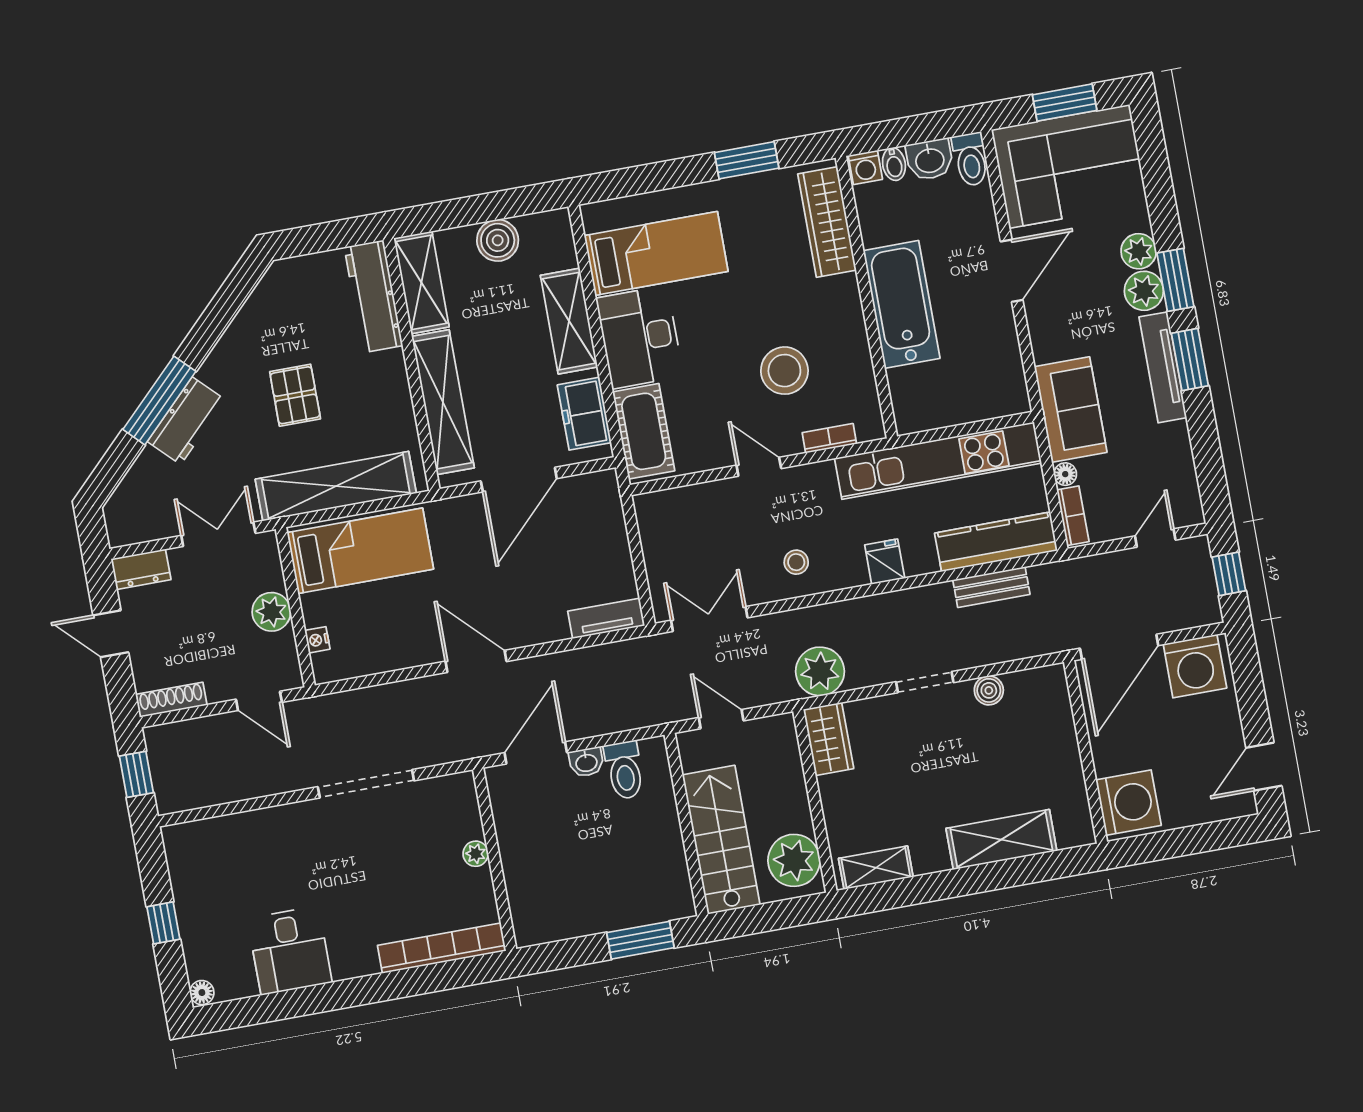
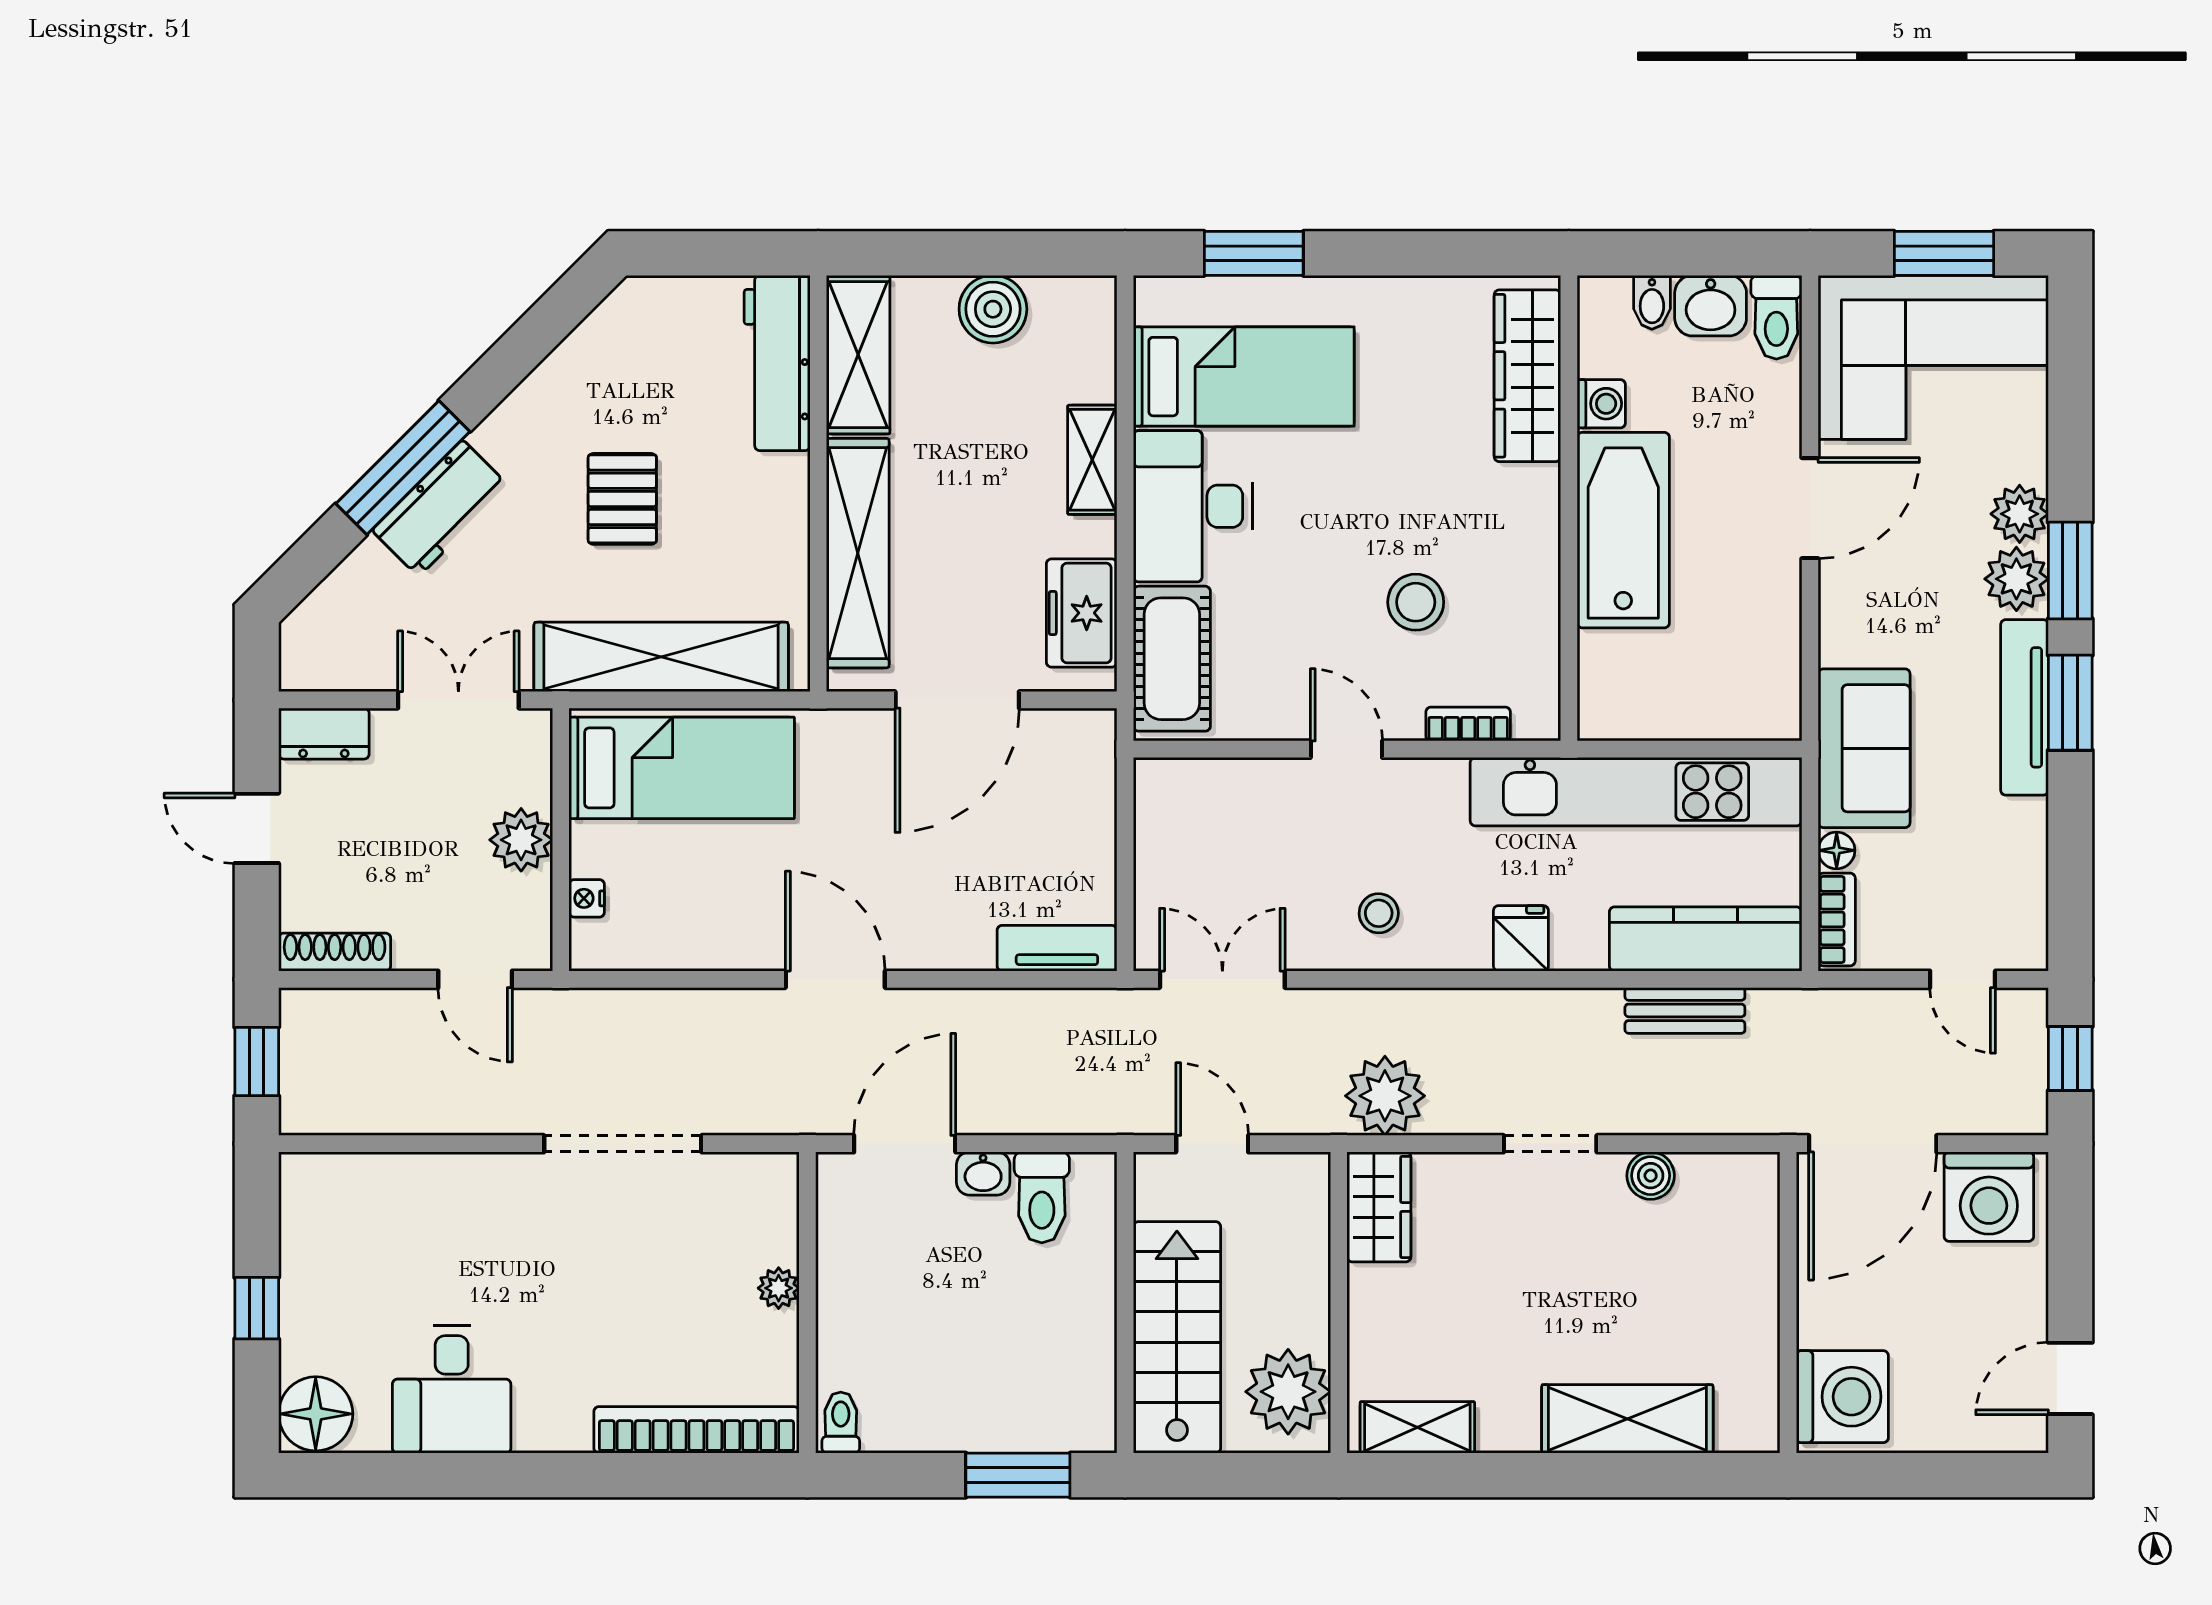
window: (747, 160) -> (1254, 253), moved
washing machine: (865, 167) -> (1601, 404), moved, turned -90
shelving: (569, 321) -> (1092, 460), width x0.67, depth x0.75
stool: (784, 371) -> (1416, 602), width x0.73, depth x0.73
door: (1155, 538) -> (1963, 979), swing flipped
toilet: (528, 928) -> (841, 1423), added
floor lamp: (202, 993) -> (316, 1414), width x1.89, depth x1.89

